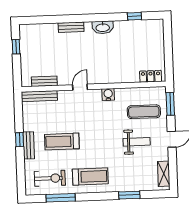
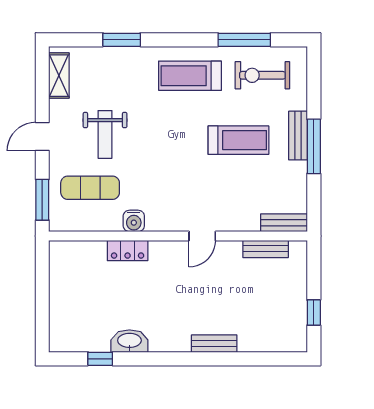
washbasin: (103, 27) -> (129, 341), moved
locker: (151, 76) -> (128, 250), moved
water cooler: (108, 94) -> (134, 221), moved
bench: (39, 96) -> (284, 223), width x0.73
window: (20, 140) -> (314, 146), width x2.17
weight bench: (137, 142) -> (105, 134), turned -90

